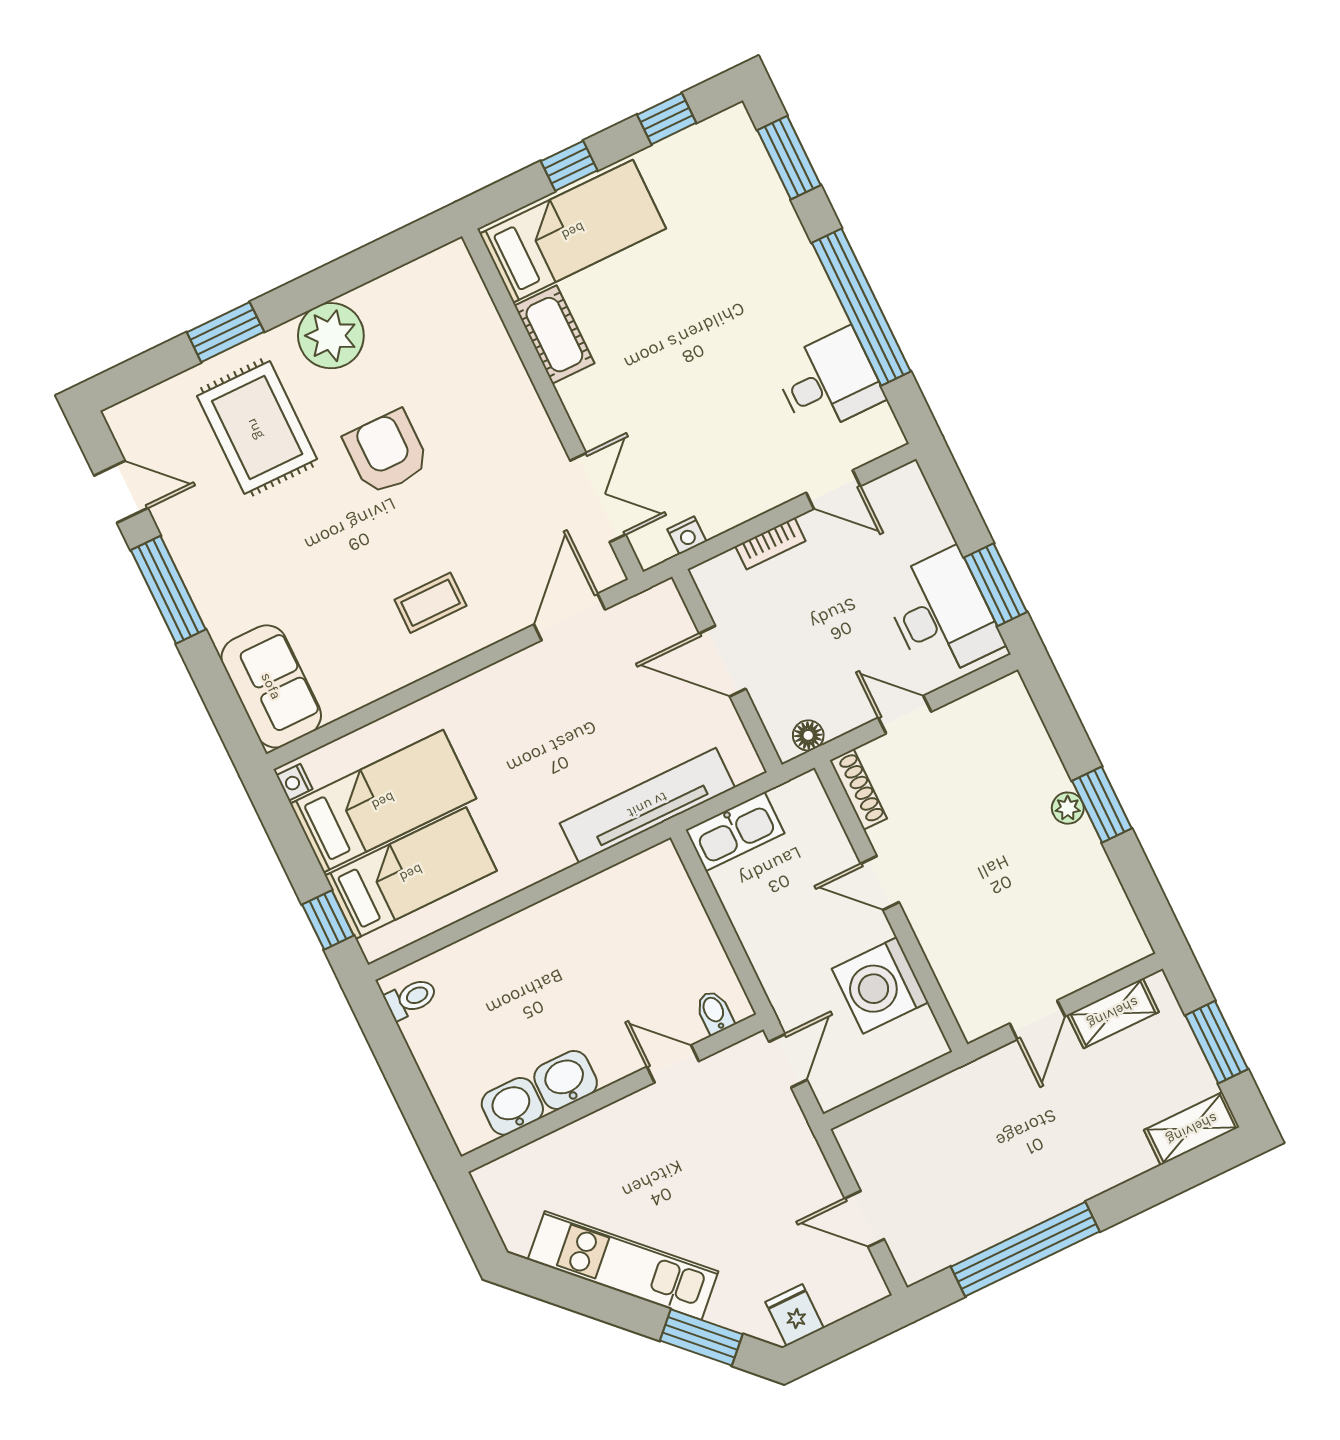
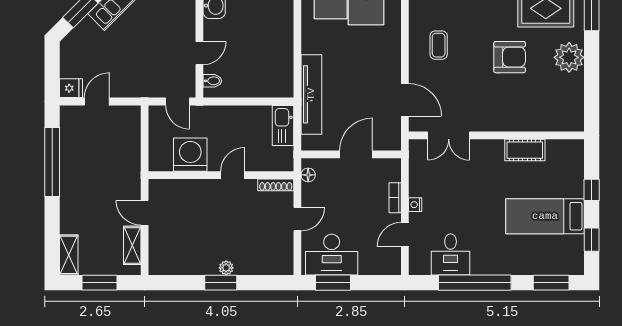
bed: (573, 231) -> (545, 216), moved, turned 90
nightstand: (687, 535) -> (415, 205), moved
fridge: (795, 1315) -> (71, 88), moved

